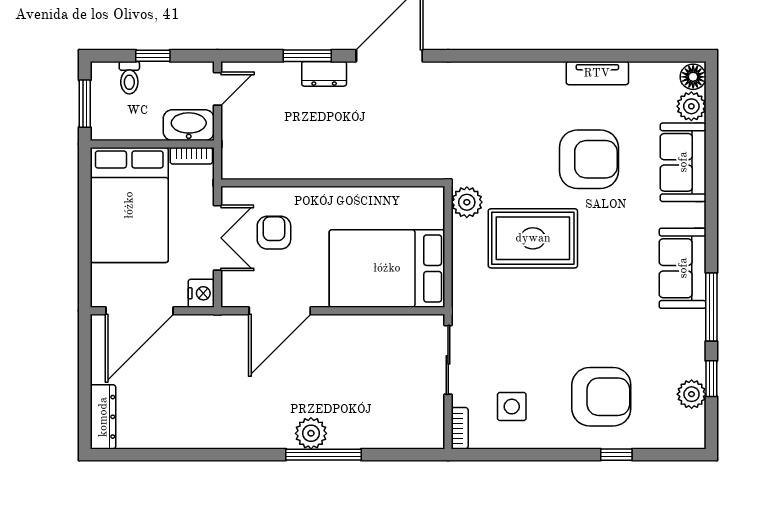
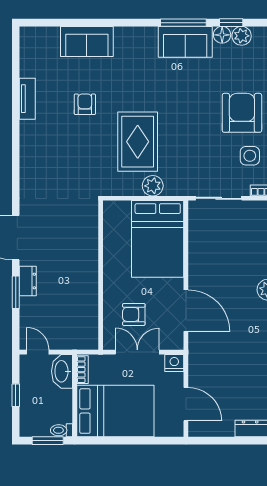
floor lamp: (693, 77) -> (222, 35), moved
toilet: (129, 78) -> (62, 430), moved, turned 180
plant: (691, 106) -> (49, 36), removed
armchair: (589, 159) -> (85, 104), width x0.53, depth x0.53
plant: (467, 202) -> (153, 186), moved
sofa: (683, 268) -> (185, 42), moved
door: (140, 311) -> (186, 404), width x0.73
armchair: (601, 397) -> (242, 113), moved

